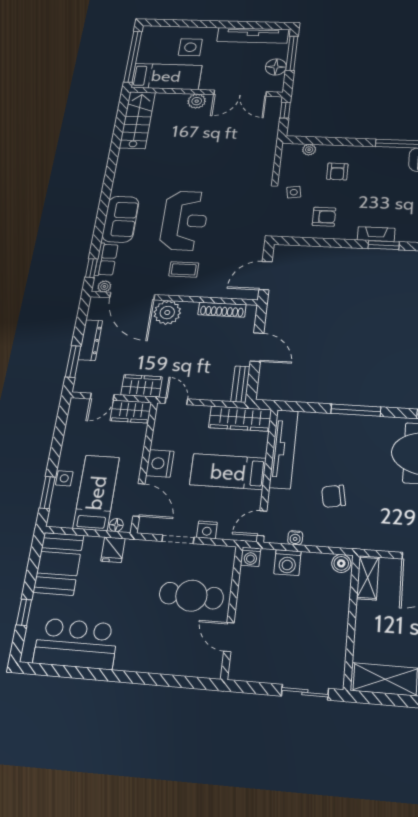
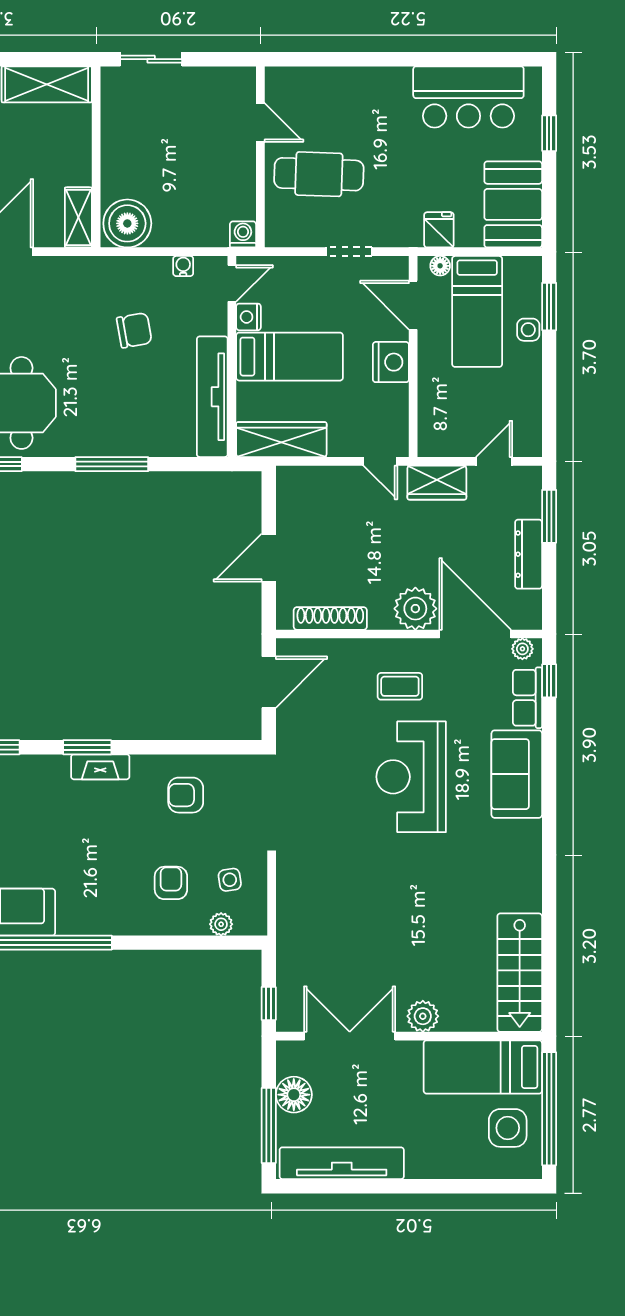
side table: (190, 47) -> (508, 1128), moved
side table: (294, 192) -> (230, 880), moved
door: (257, 347) -> (269, 558), hinge flipped
bench: (240, 384) -> (287, 495), removed
wardrobe: (131, 412) -> (447, 440), removed
nightstand: (207, 530) -> (248, 317), moved, turned -90
washing machine: (287, 563) -> (191, 230), removed
boiler: (341, 563) -> (127, 223), width x1.86, depth x1.86

